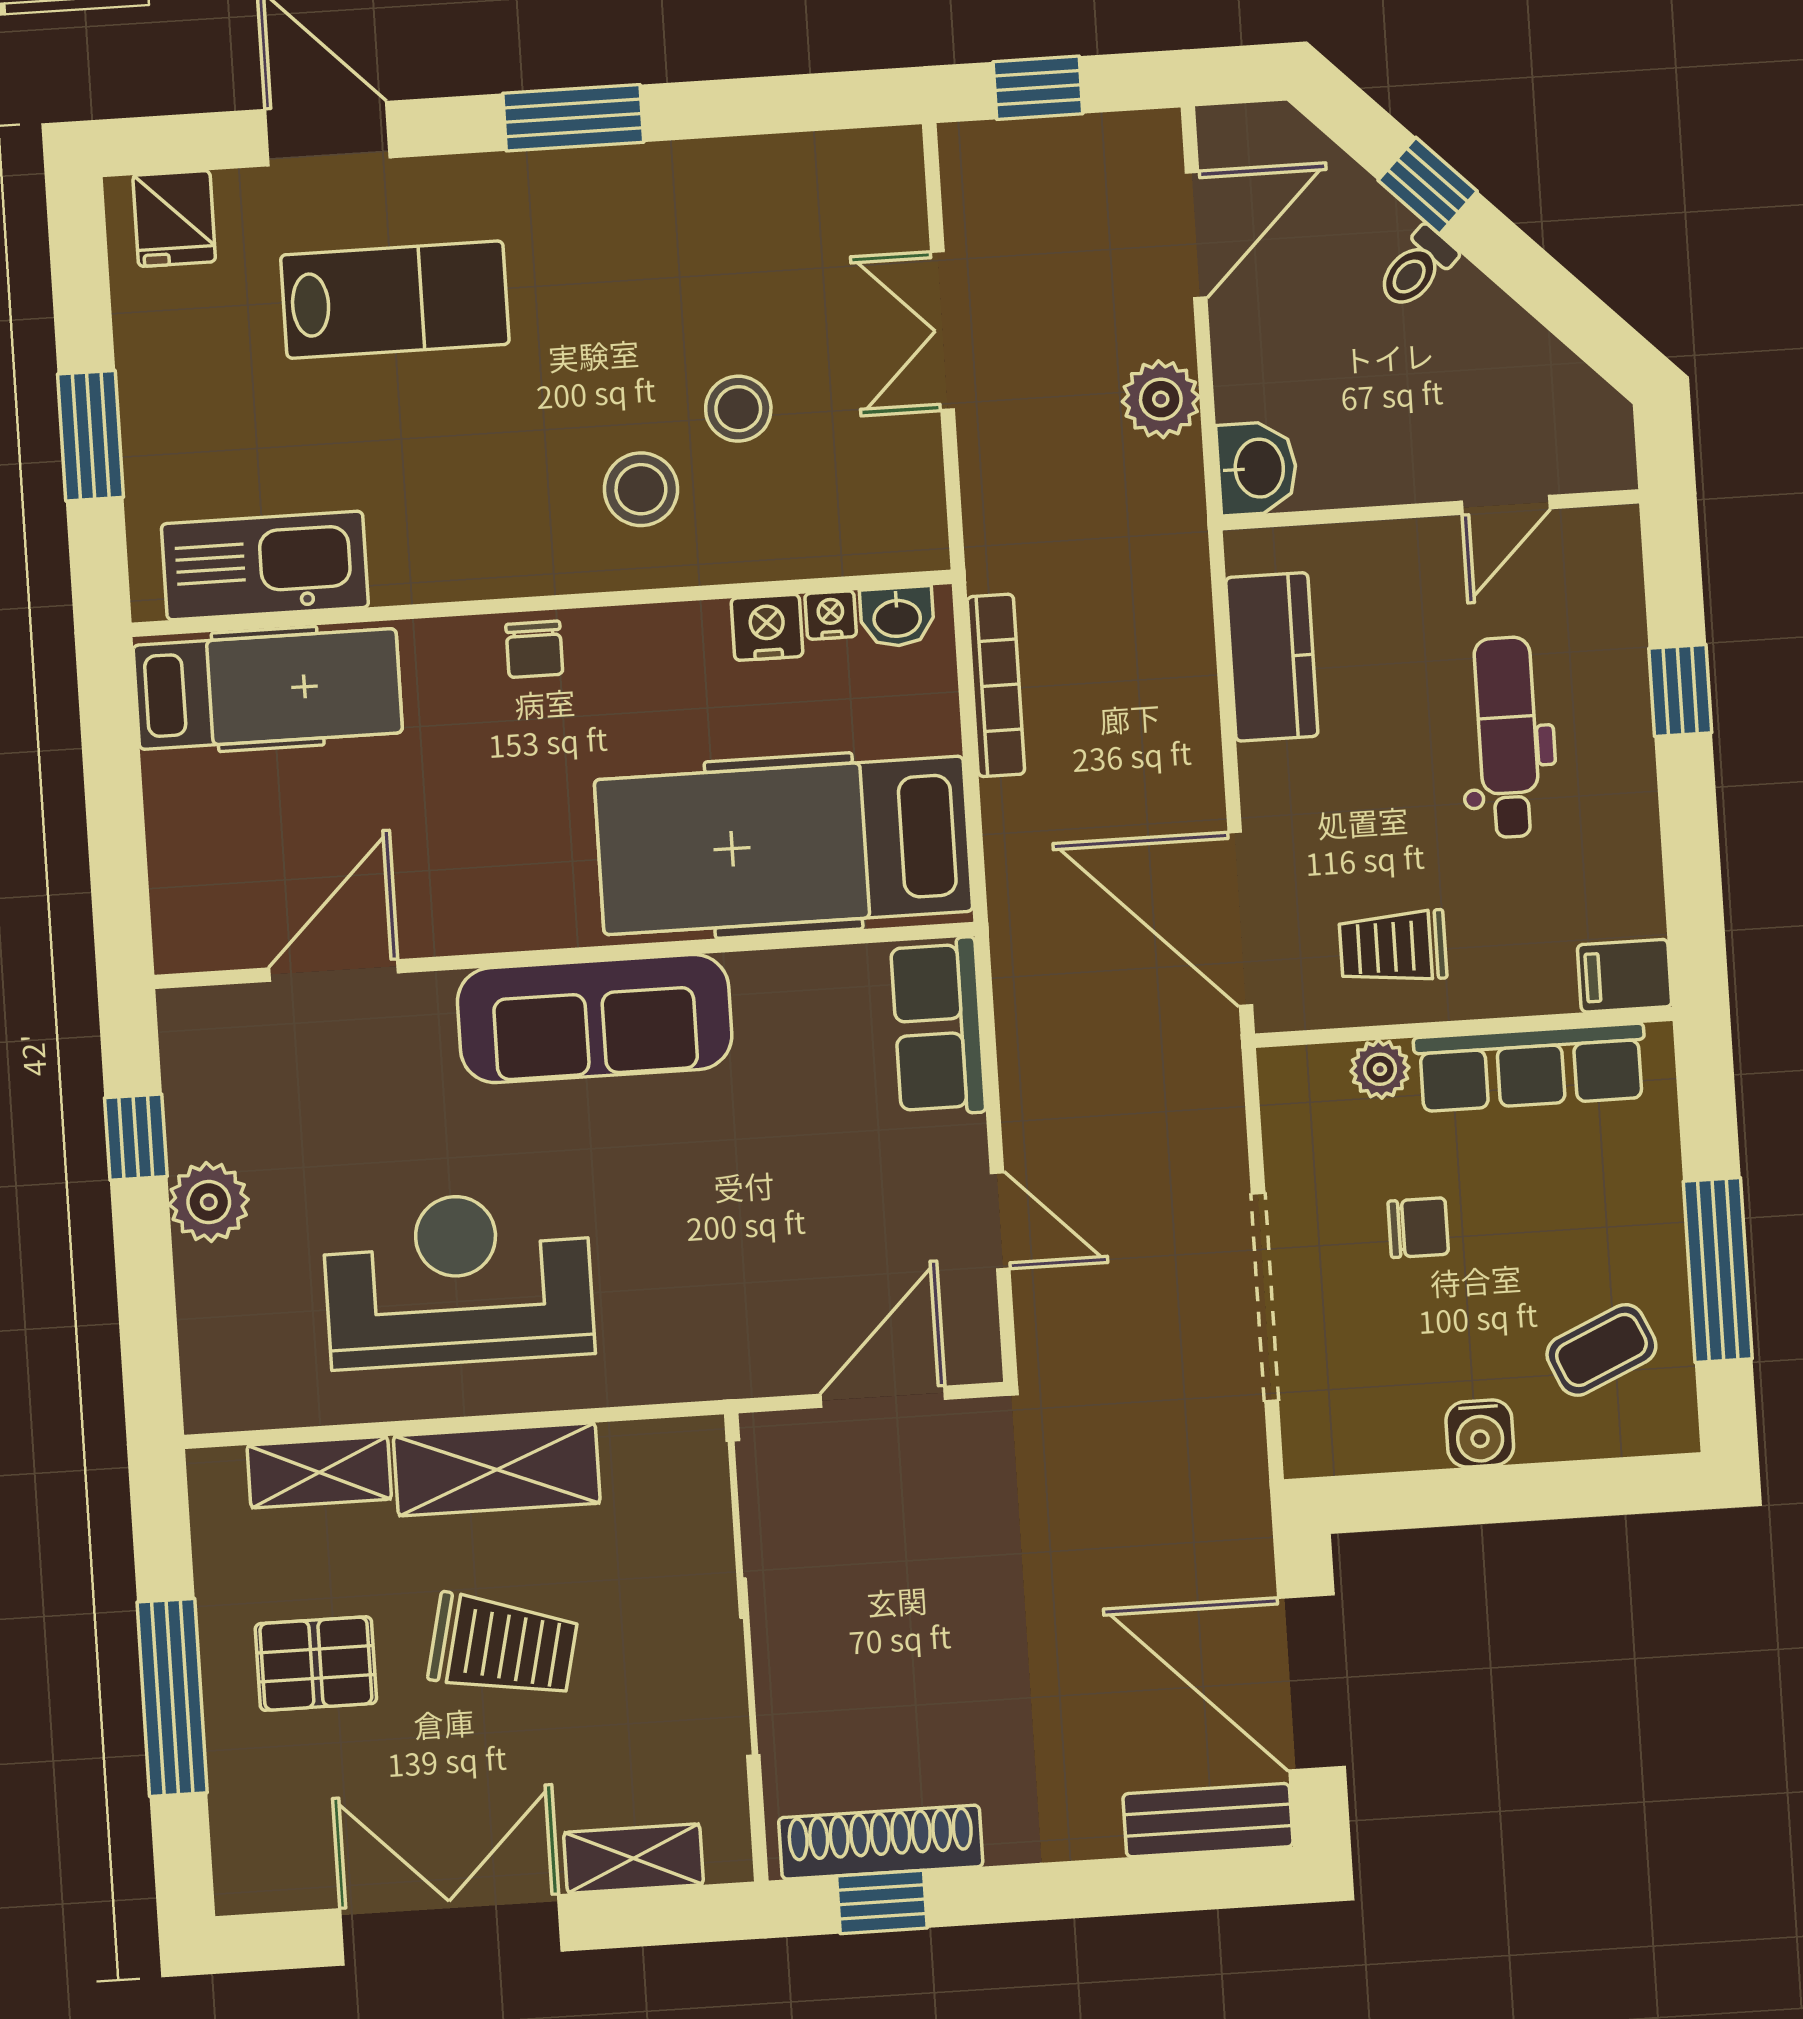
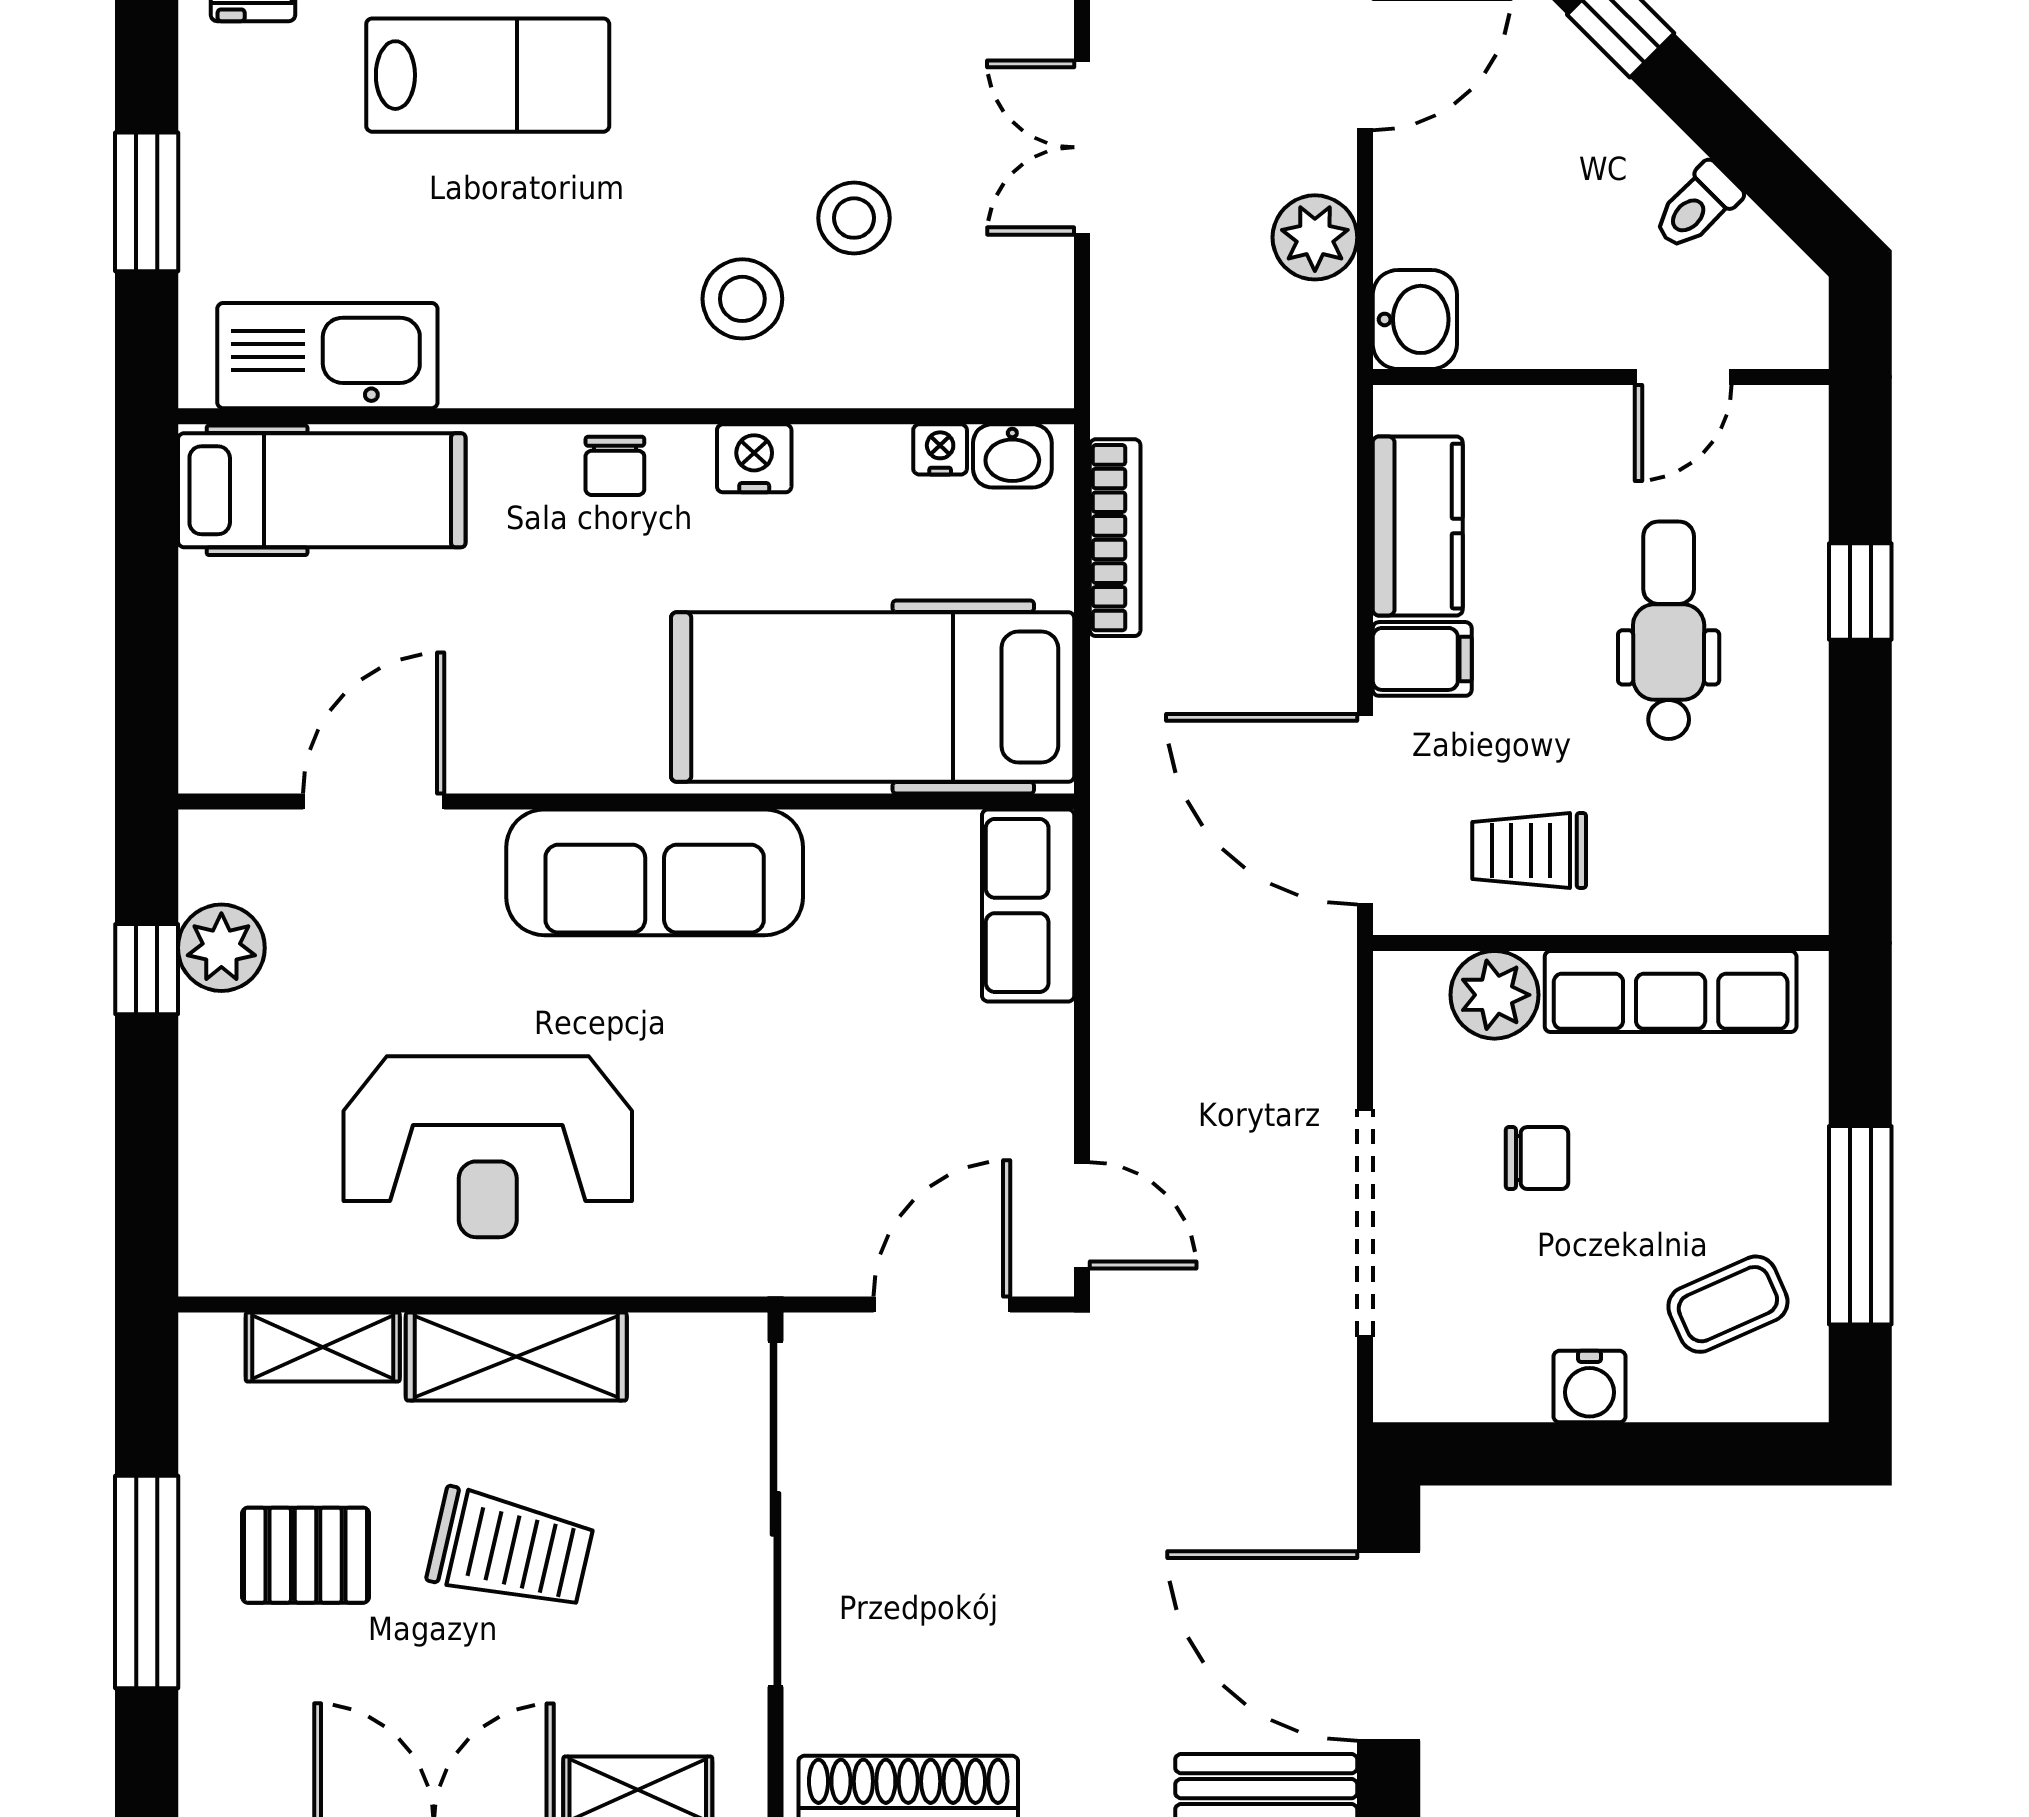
toilet: (1417, 268) -> (1697, 207), moved
nightstand: (767, 627) -> (754, 458), moved
filing cabinet: (1625, 976) -> (1422, 659), moved, turned 180
plant: (1380, 1069) -> (1494, 995), width x1.38, depth x1.38
plant: (209, 1202) -> (221, 948), moved
door: (1000, 1221) -> (1082, 1215), moved
reception desk: (458, 1279) -> (488, 1147), turned 180

